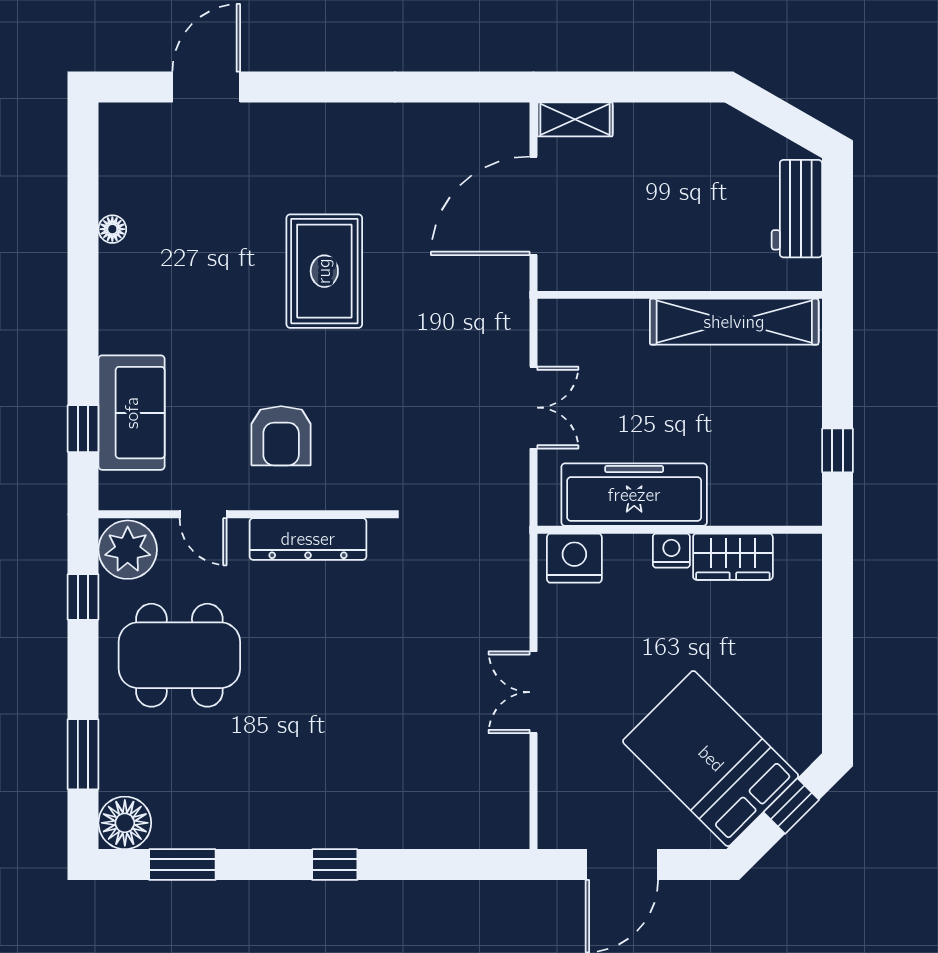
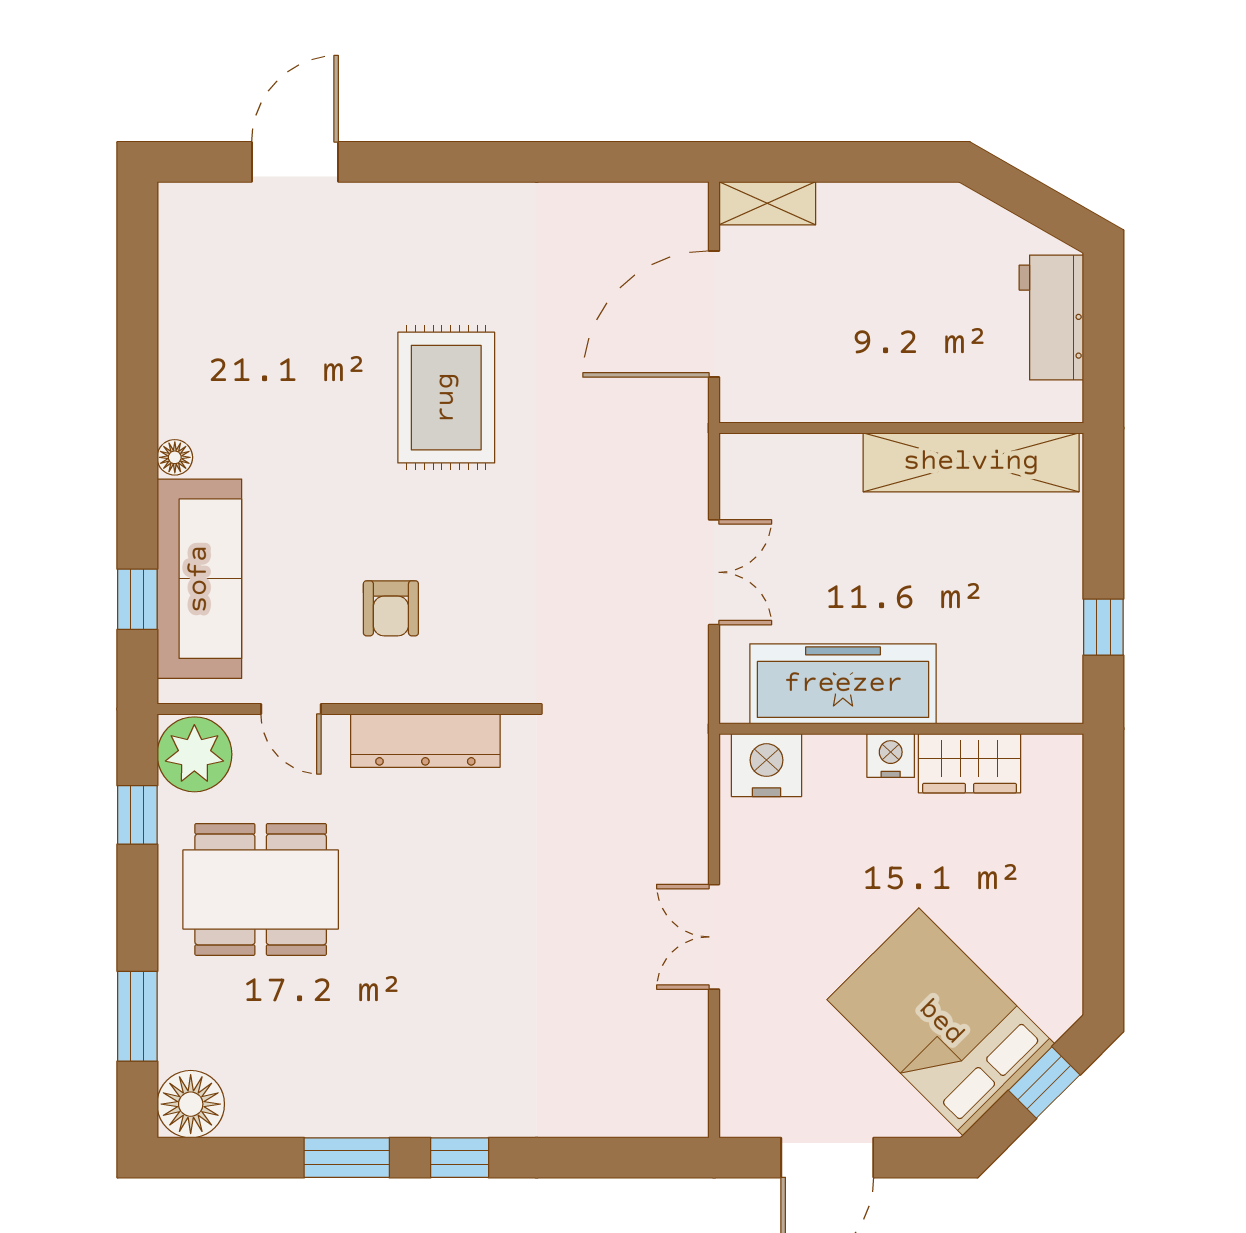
floor lamp: (112, 229) -> (175, 457), moved
sofa: (132, 413) -> (199, 579), width x1.36
armchair: (281, 436) -> (391, 608), width x0.72, depth x0.72
window: (182, 865) -> (347, 1158), moved

